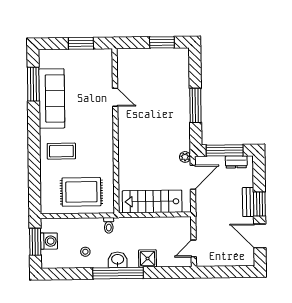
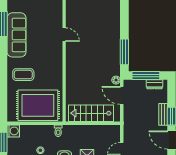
window: (195, 105) -> (124, 52), moved
door: (193, 177) -> (122, 95), swing flipped
rug: (81, 192) -> (38, 105), width x1.37, depth x1.44
washing machine: (49, 241) -> (13, 131), moved

